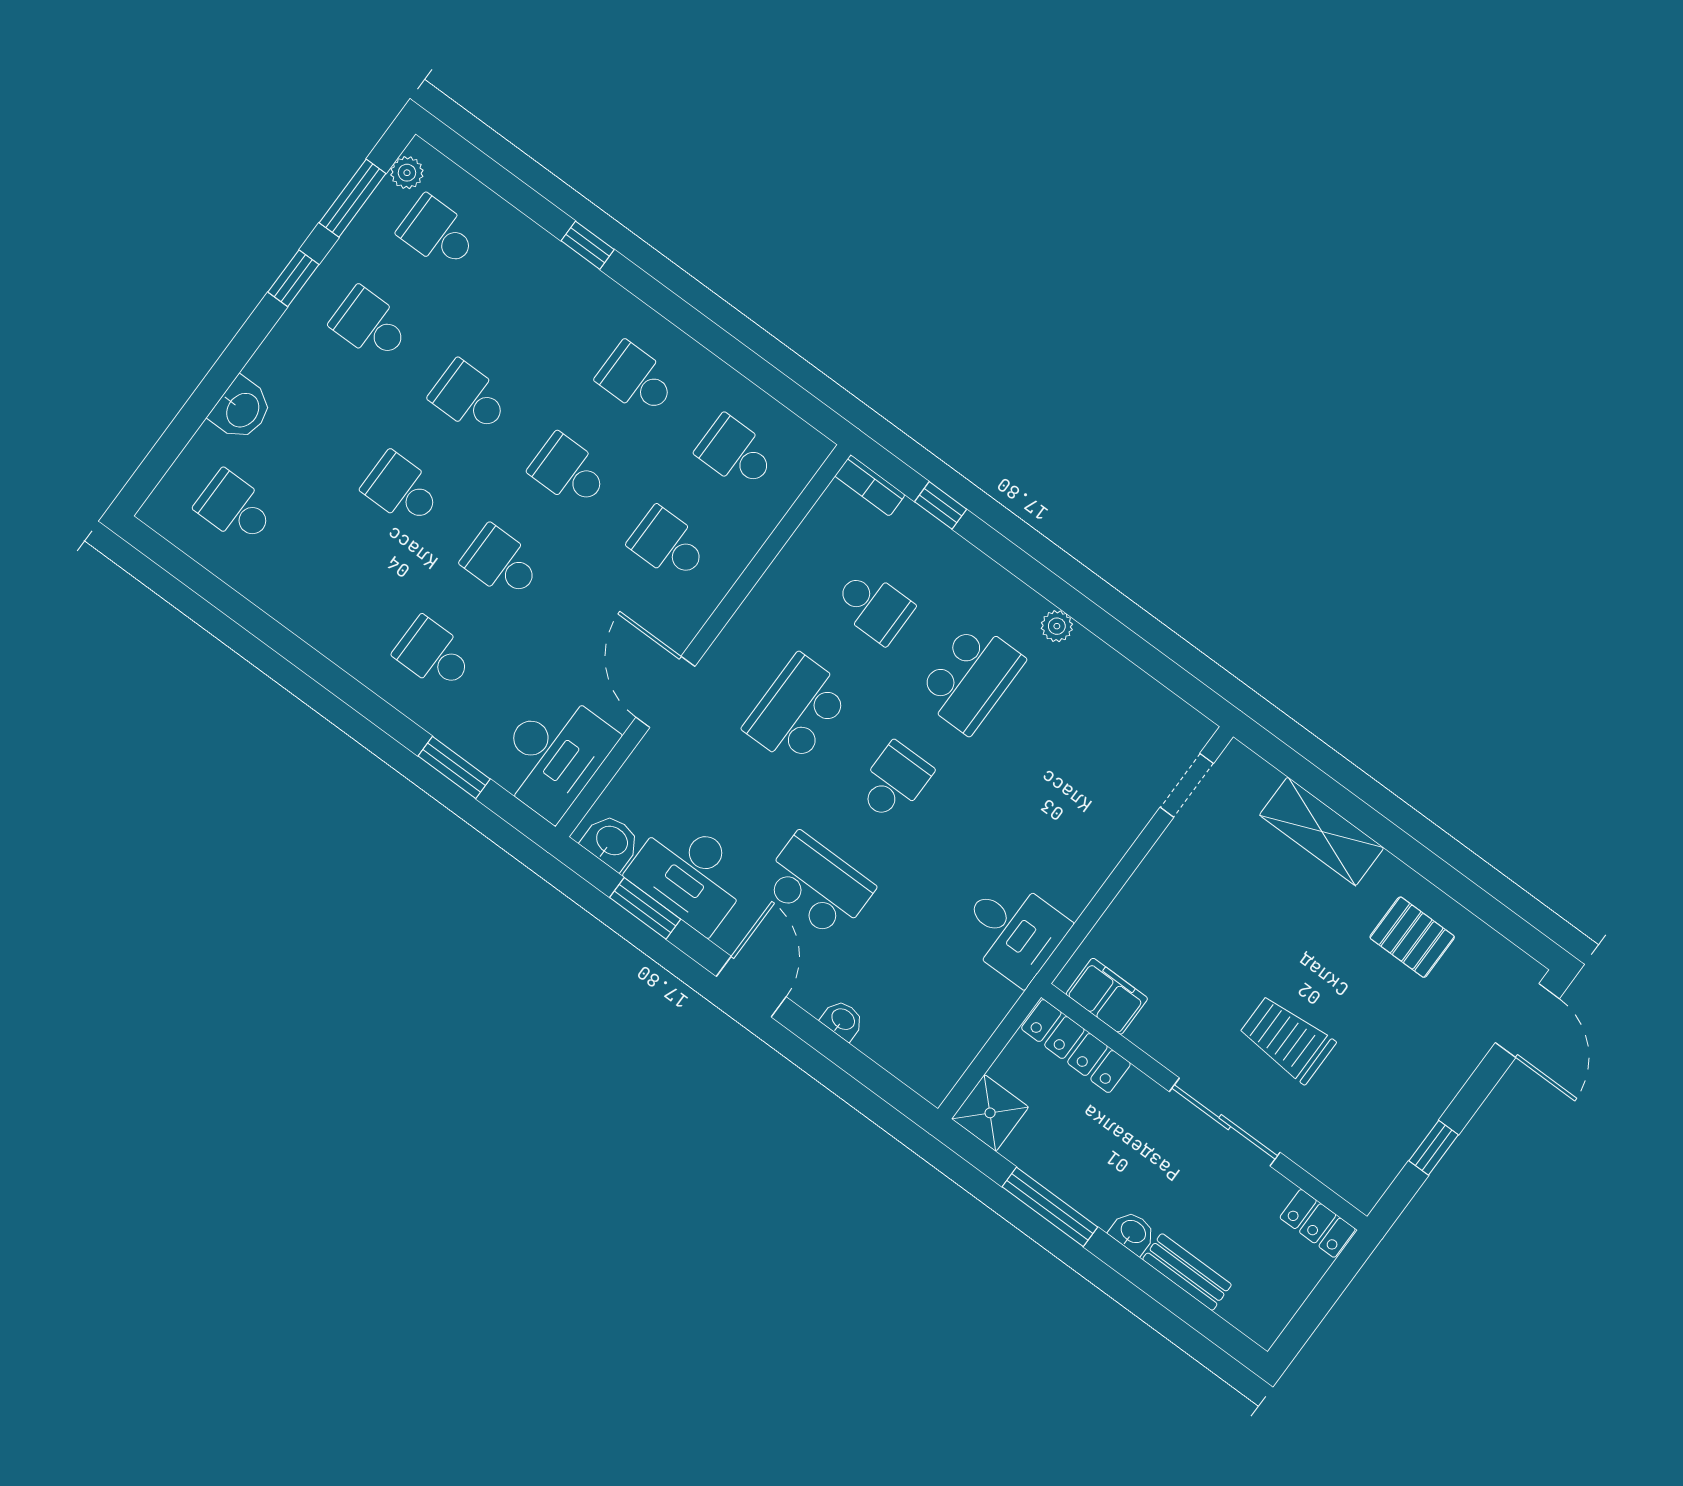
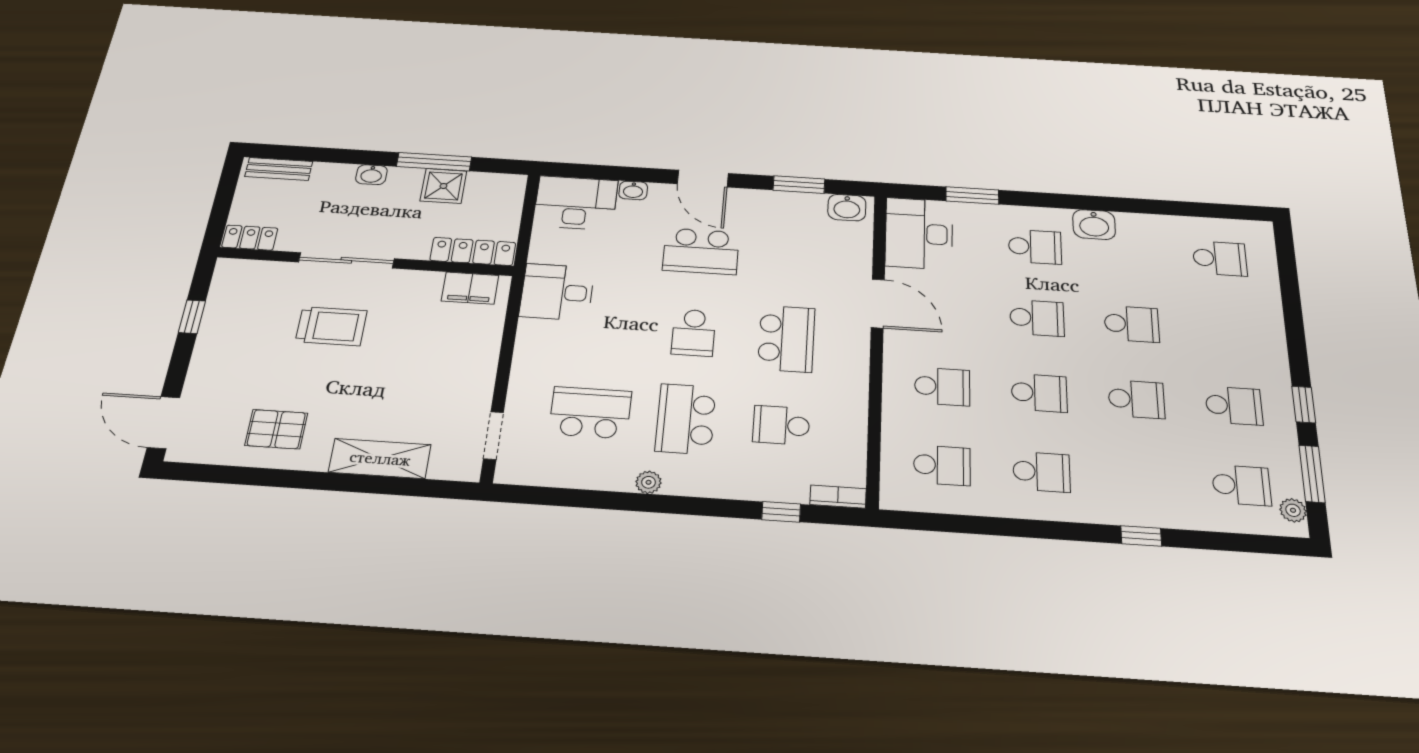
washbasin: (242, 409) -> (1094, 225), moved, turned -90
school desk: (1068, 750) -> (590, 413), added
desk: (690, 874) -> (576, 203), moved
shower: (990, 1113) -> (443, 186), moved
bench: (1187, 1272) -> (279, 169), moved

